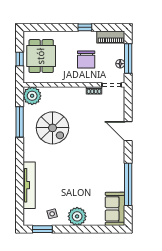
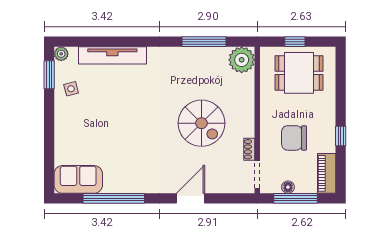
spiral stairs: (53, 128) -> (201, 123), moved, turned -90
plant: (77, 216) -> (61, 54), moved, width x0.53, depth x0.53

